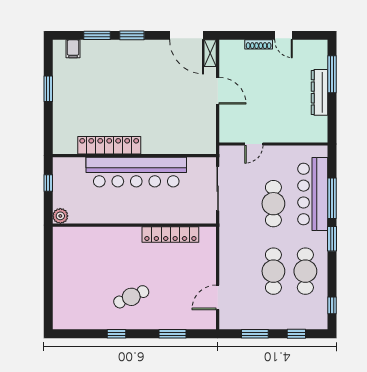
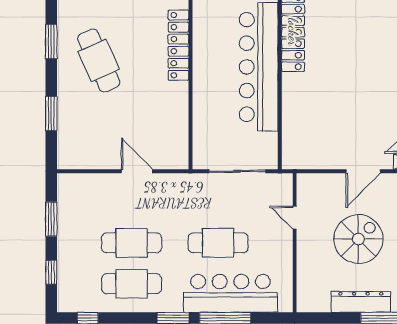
spiral stairs: (270, 94) -> (358, 239), added
locker: (170, 235) -> (179, 45), moved
cafe table: (131, 297) -> (99, 60), width x1.37, depth x1.35
door: (218, 297) -> (137, 171), moved
window: (117, 334) -> (51, 42), width x1.50

